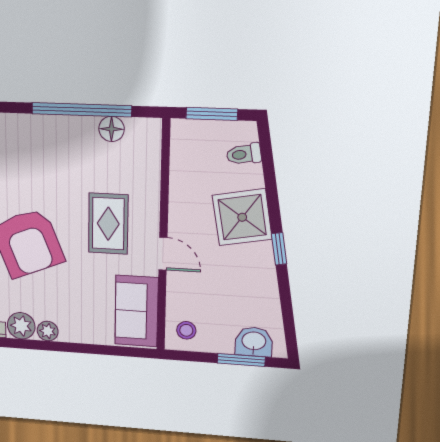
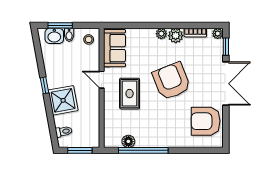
bidet: (224, 342) -> (69, 35), added

